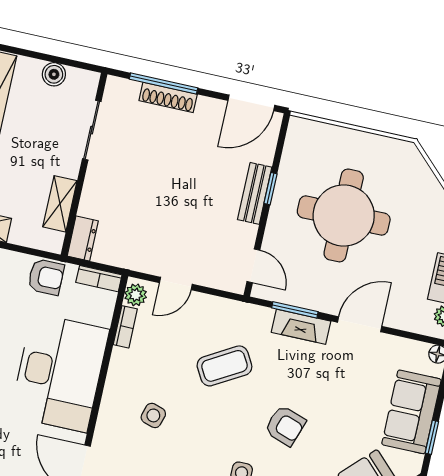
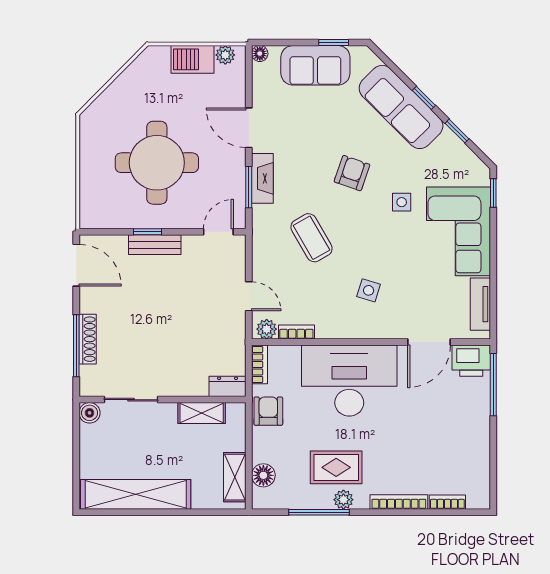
boiler: (54, 74) -> (90, 413), moved

